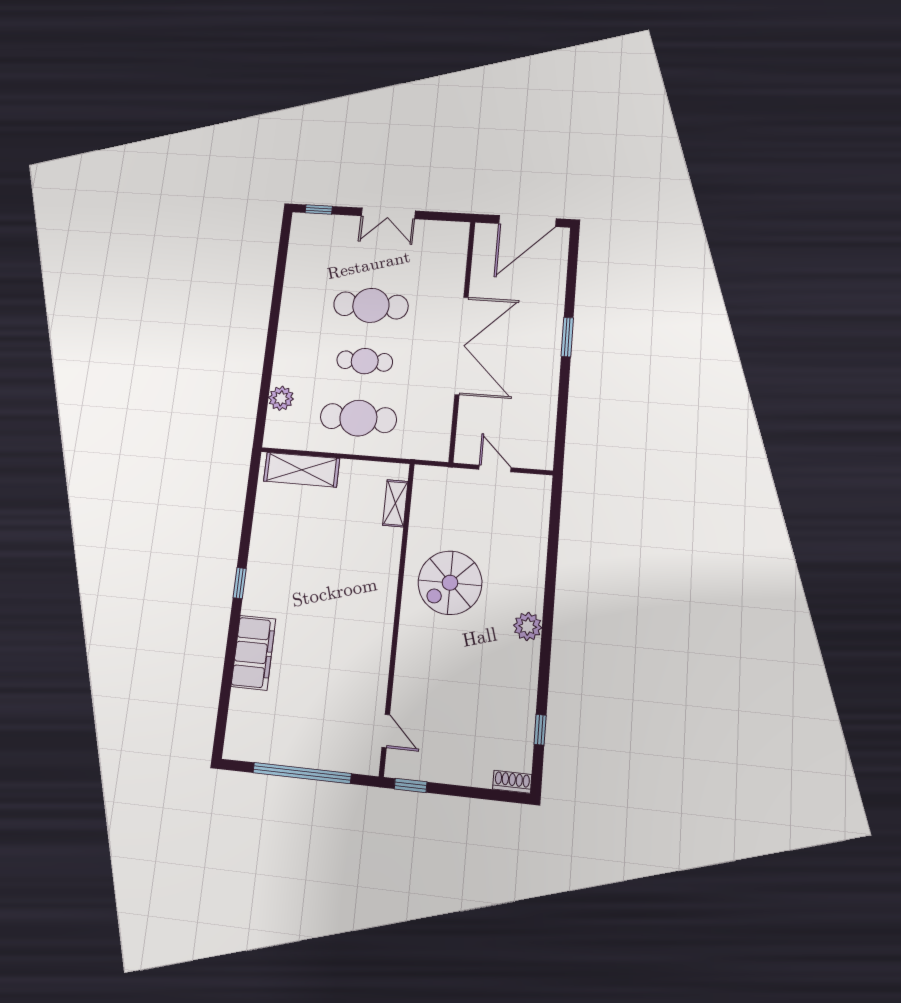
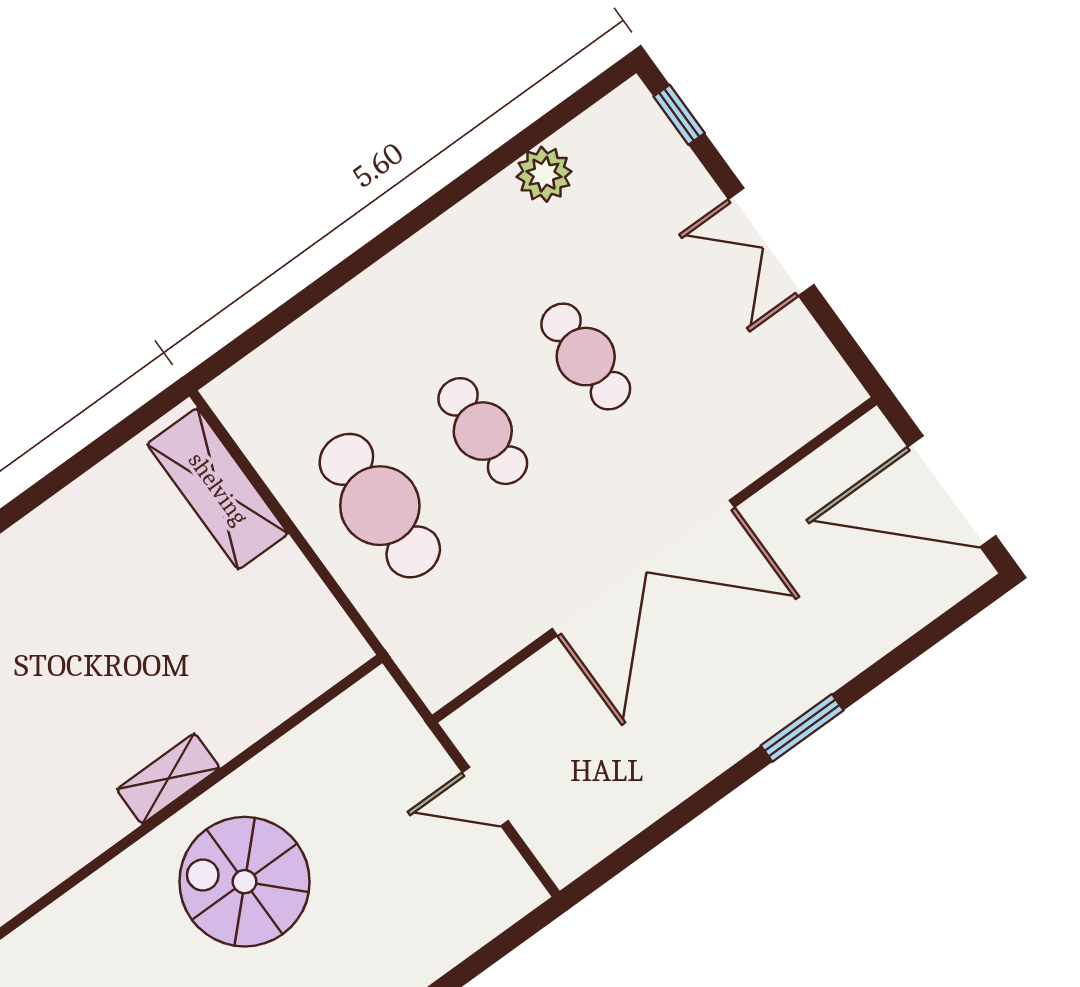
cafe table: (371, 305) -> (586, 357), width x0.73, depth x0.74
plant: (281, 398) -> (544, 174), moved
door: (495, 468) -> (485, 797), swing flipped
shelving: (395, 503) -> (168, 779), moved

